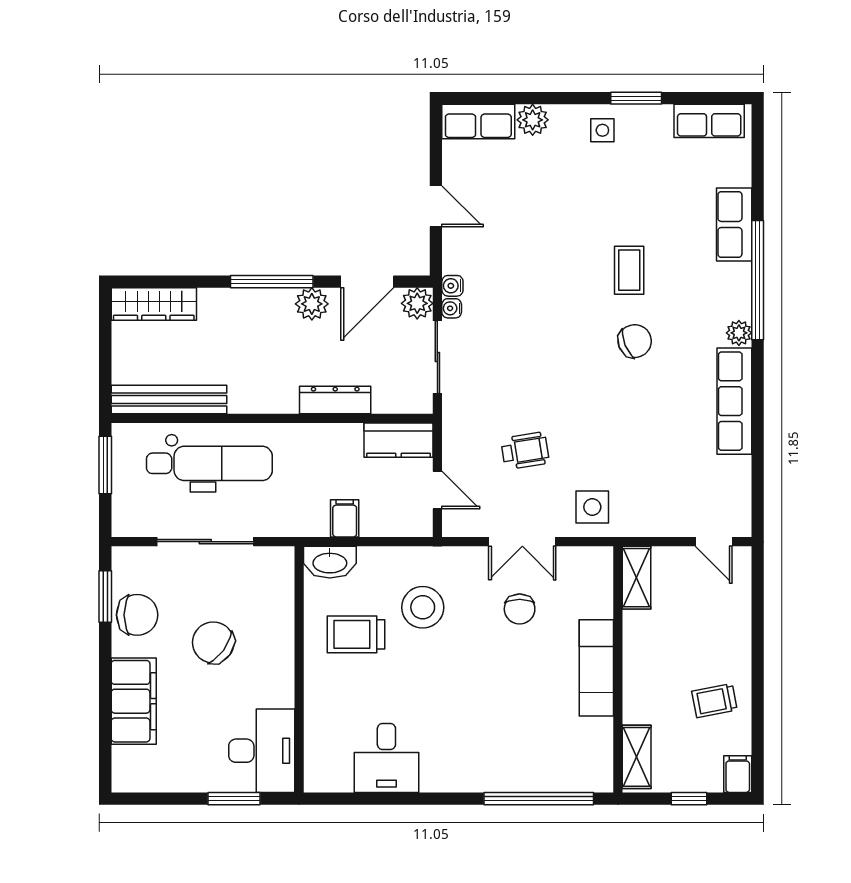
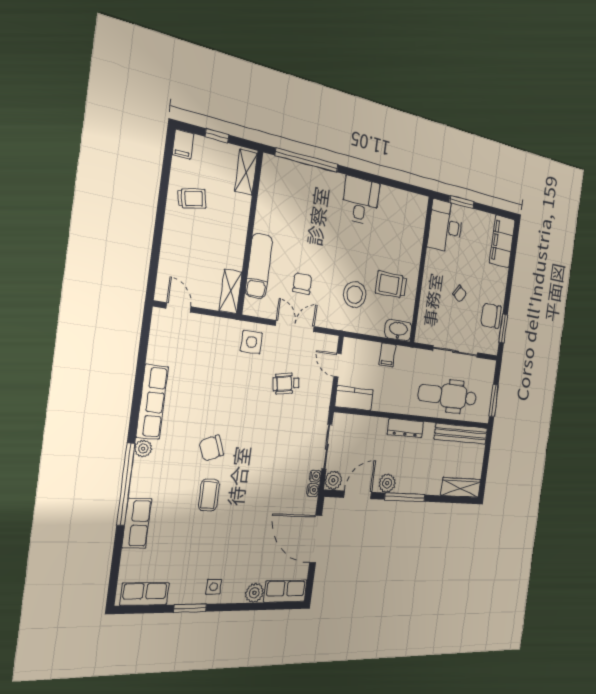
door: (436, 206) -> (316, 539), width x1.88
dresser: (335, 400) -> (406, 428), moved
trolley: (356, 634) -> (391, 285), turned 180
chair: (213, 642) -> (459, 294), width x0.54, depth x0.54
exam couch: (596, 668) -> (259, 266), moved
filing cabinet: (134, 701) -> (502, 241), moved
desk: (386, 758) -> (360, 201), moved

